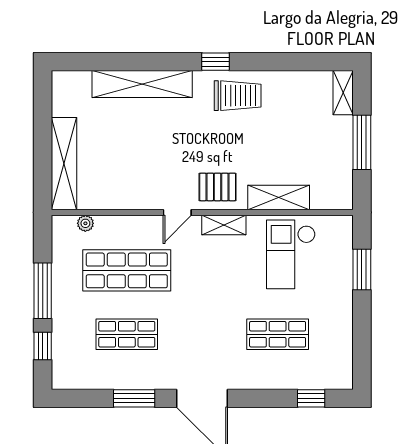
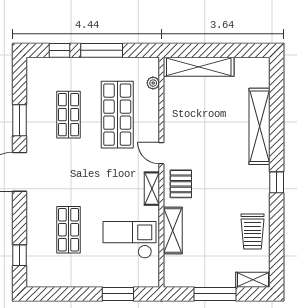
trolley: (238, 96) -> (252, 232), moved

